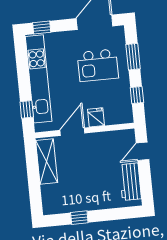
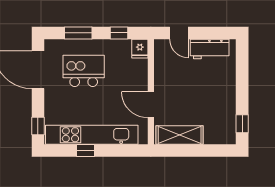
kitchen island: (98, 65) -> (84, 71), turned -90
window: (27, 109) -> (86, 150), moved
fridge: (96, 117) -> (140, 49), moved, turned -90
window: (79, 218) -> (242, 124), moved

